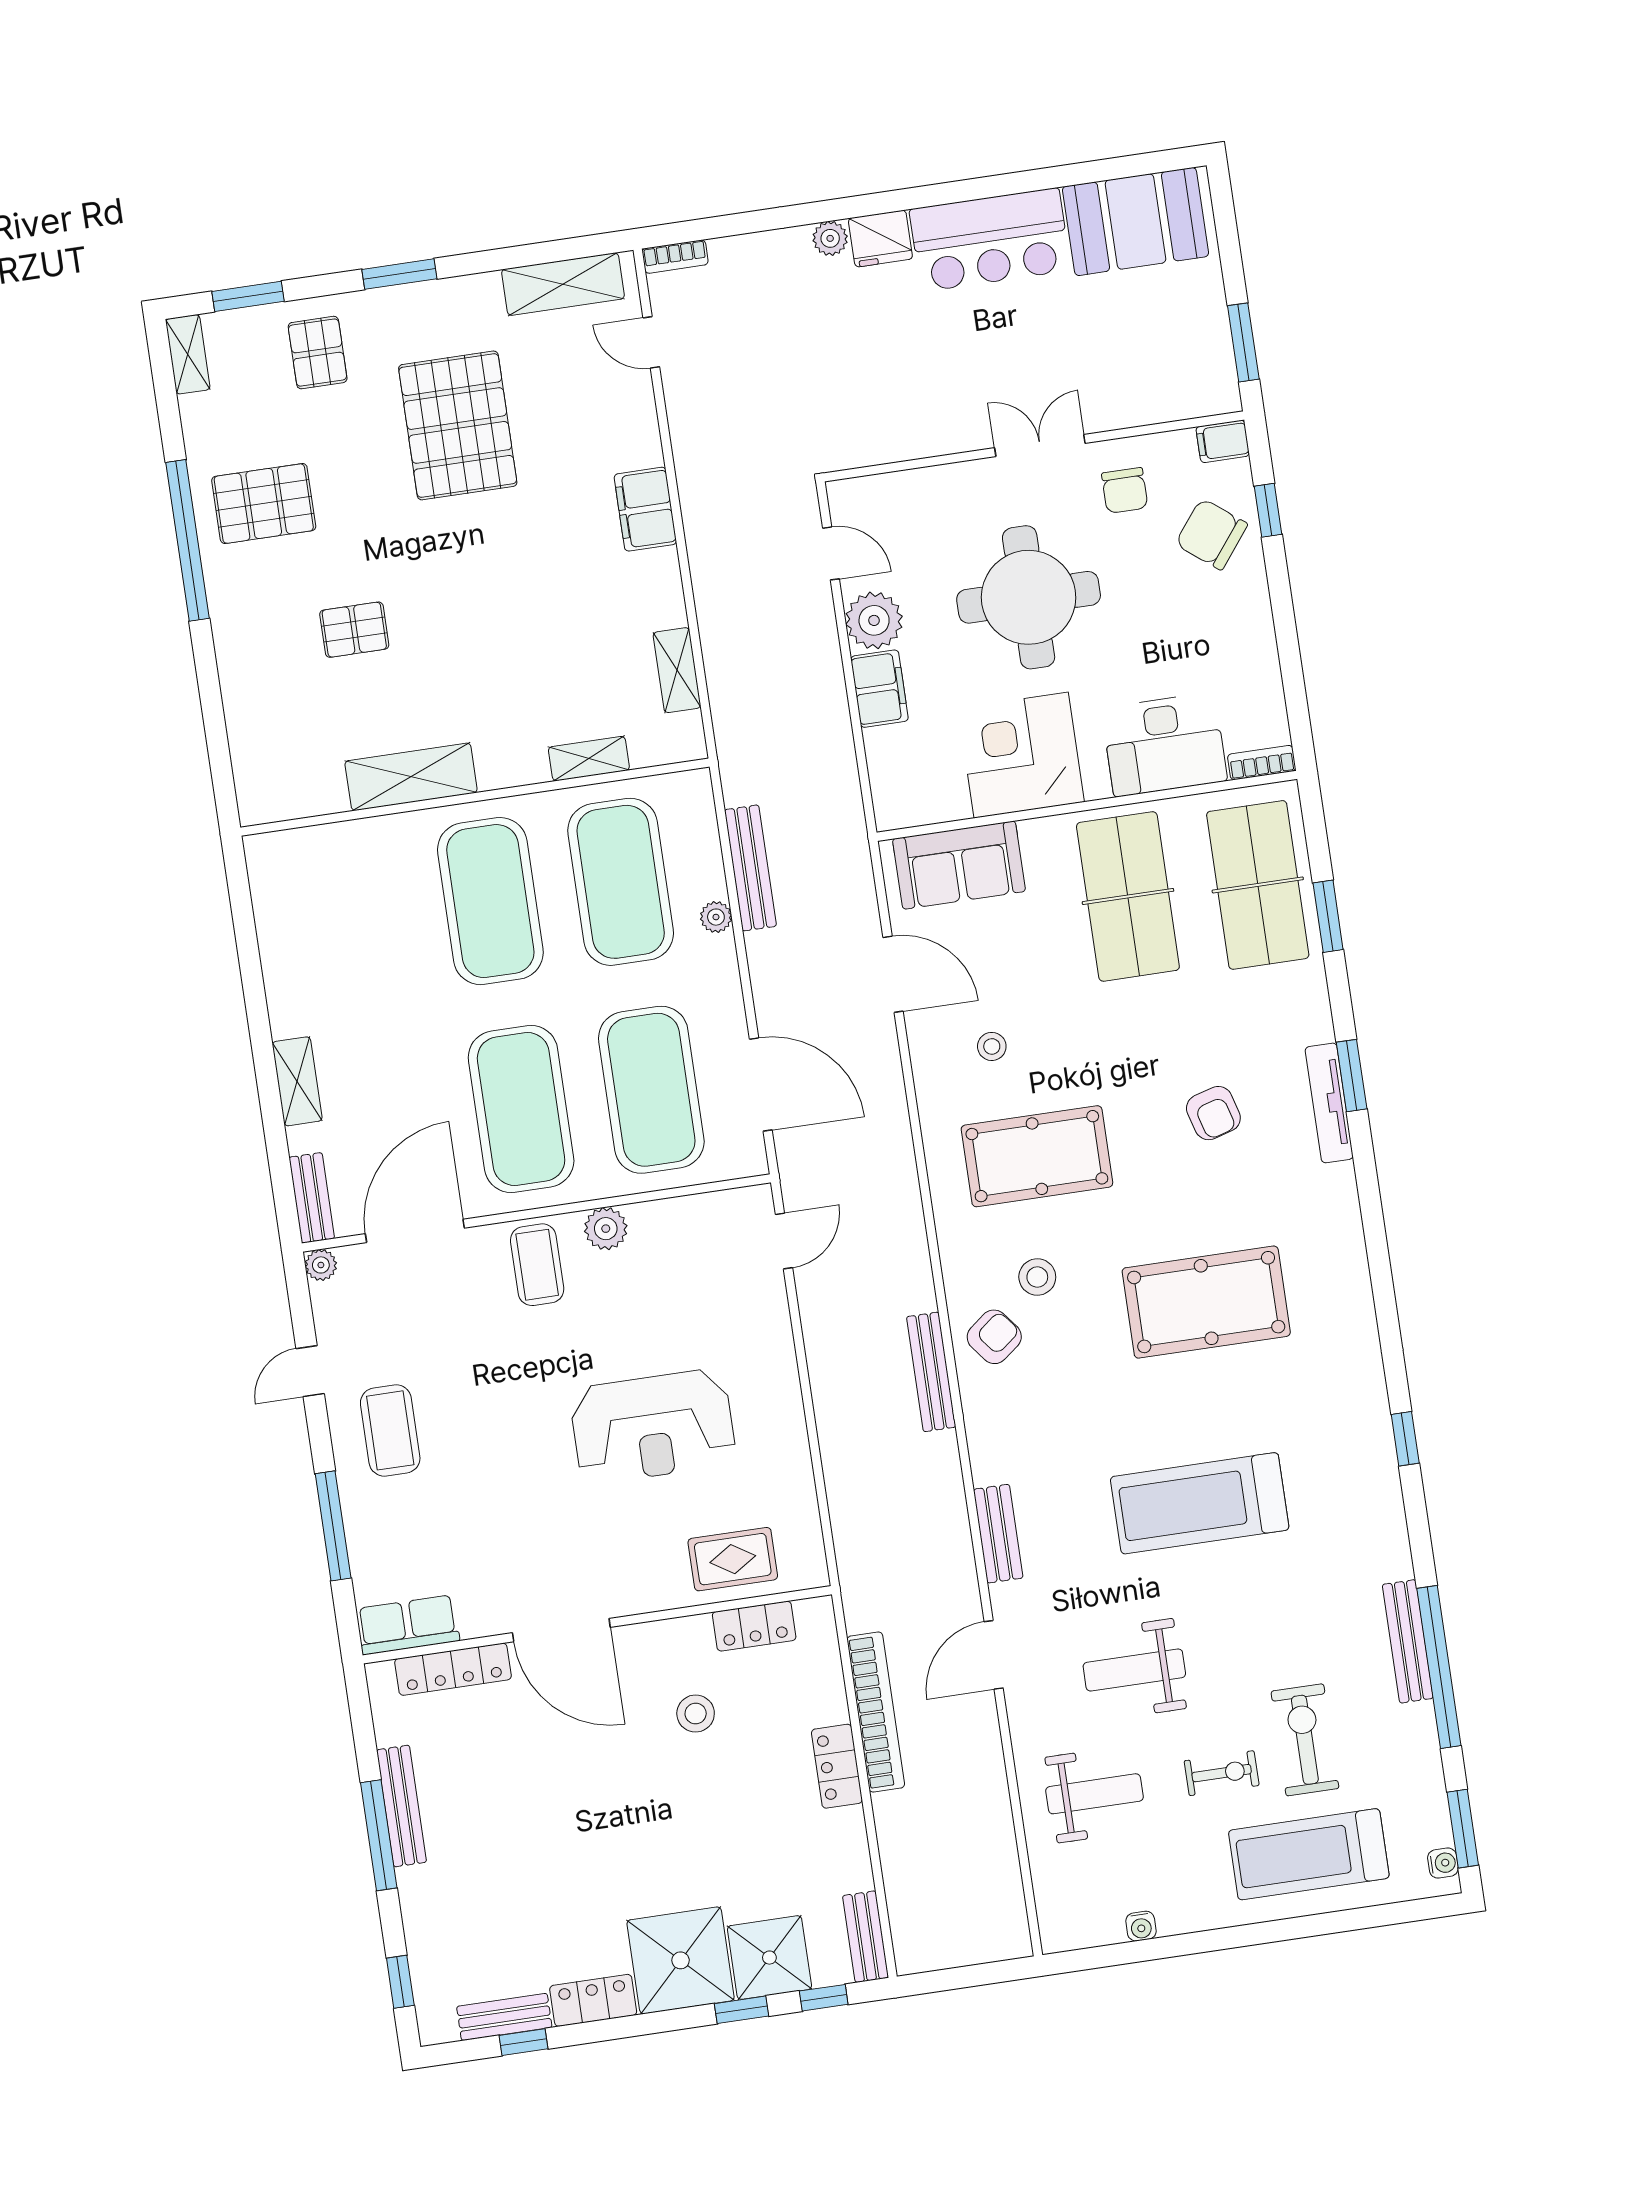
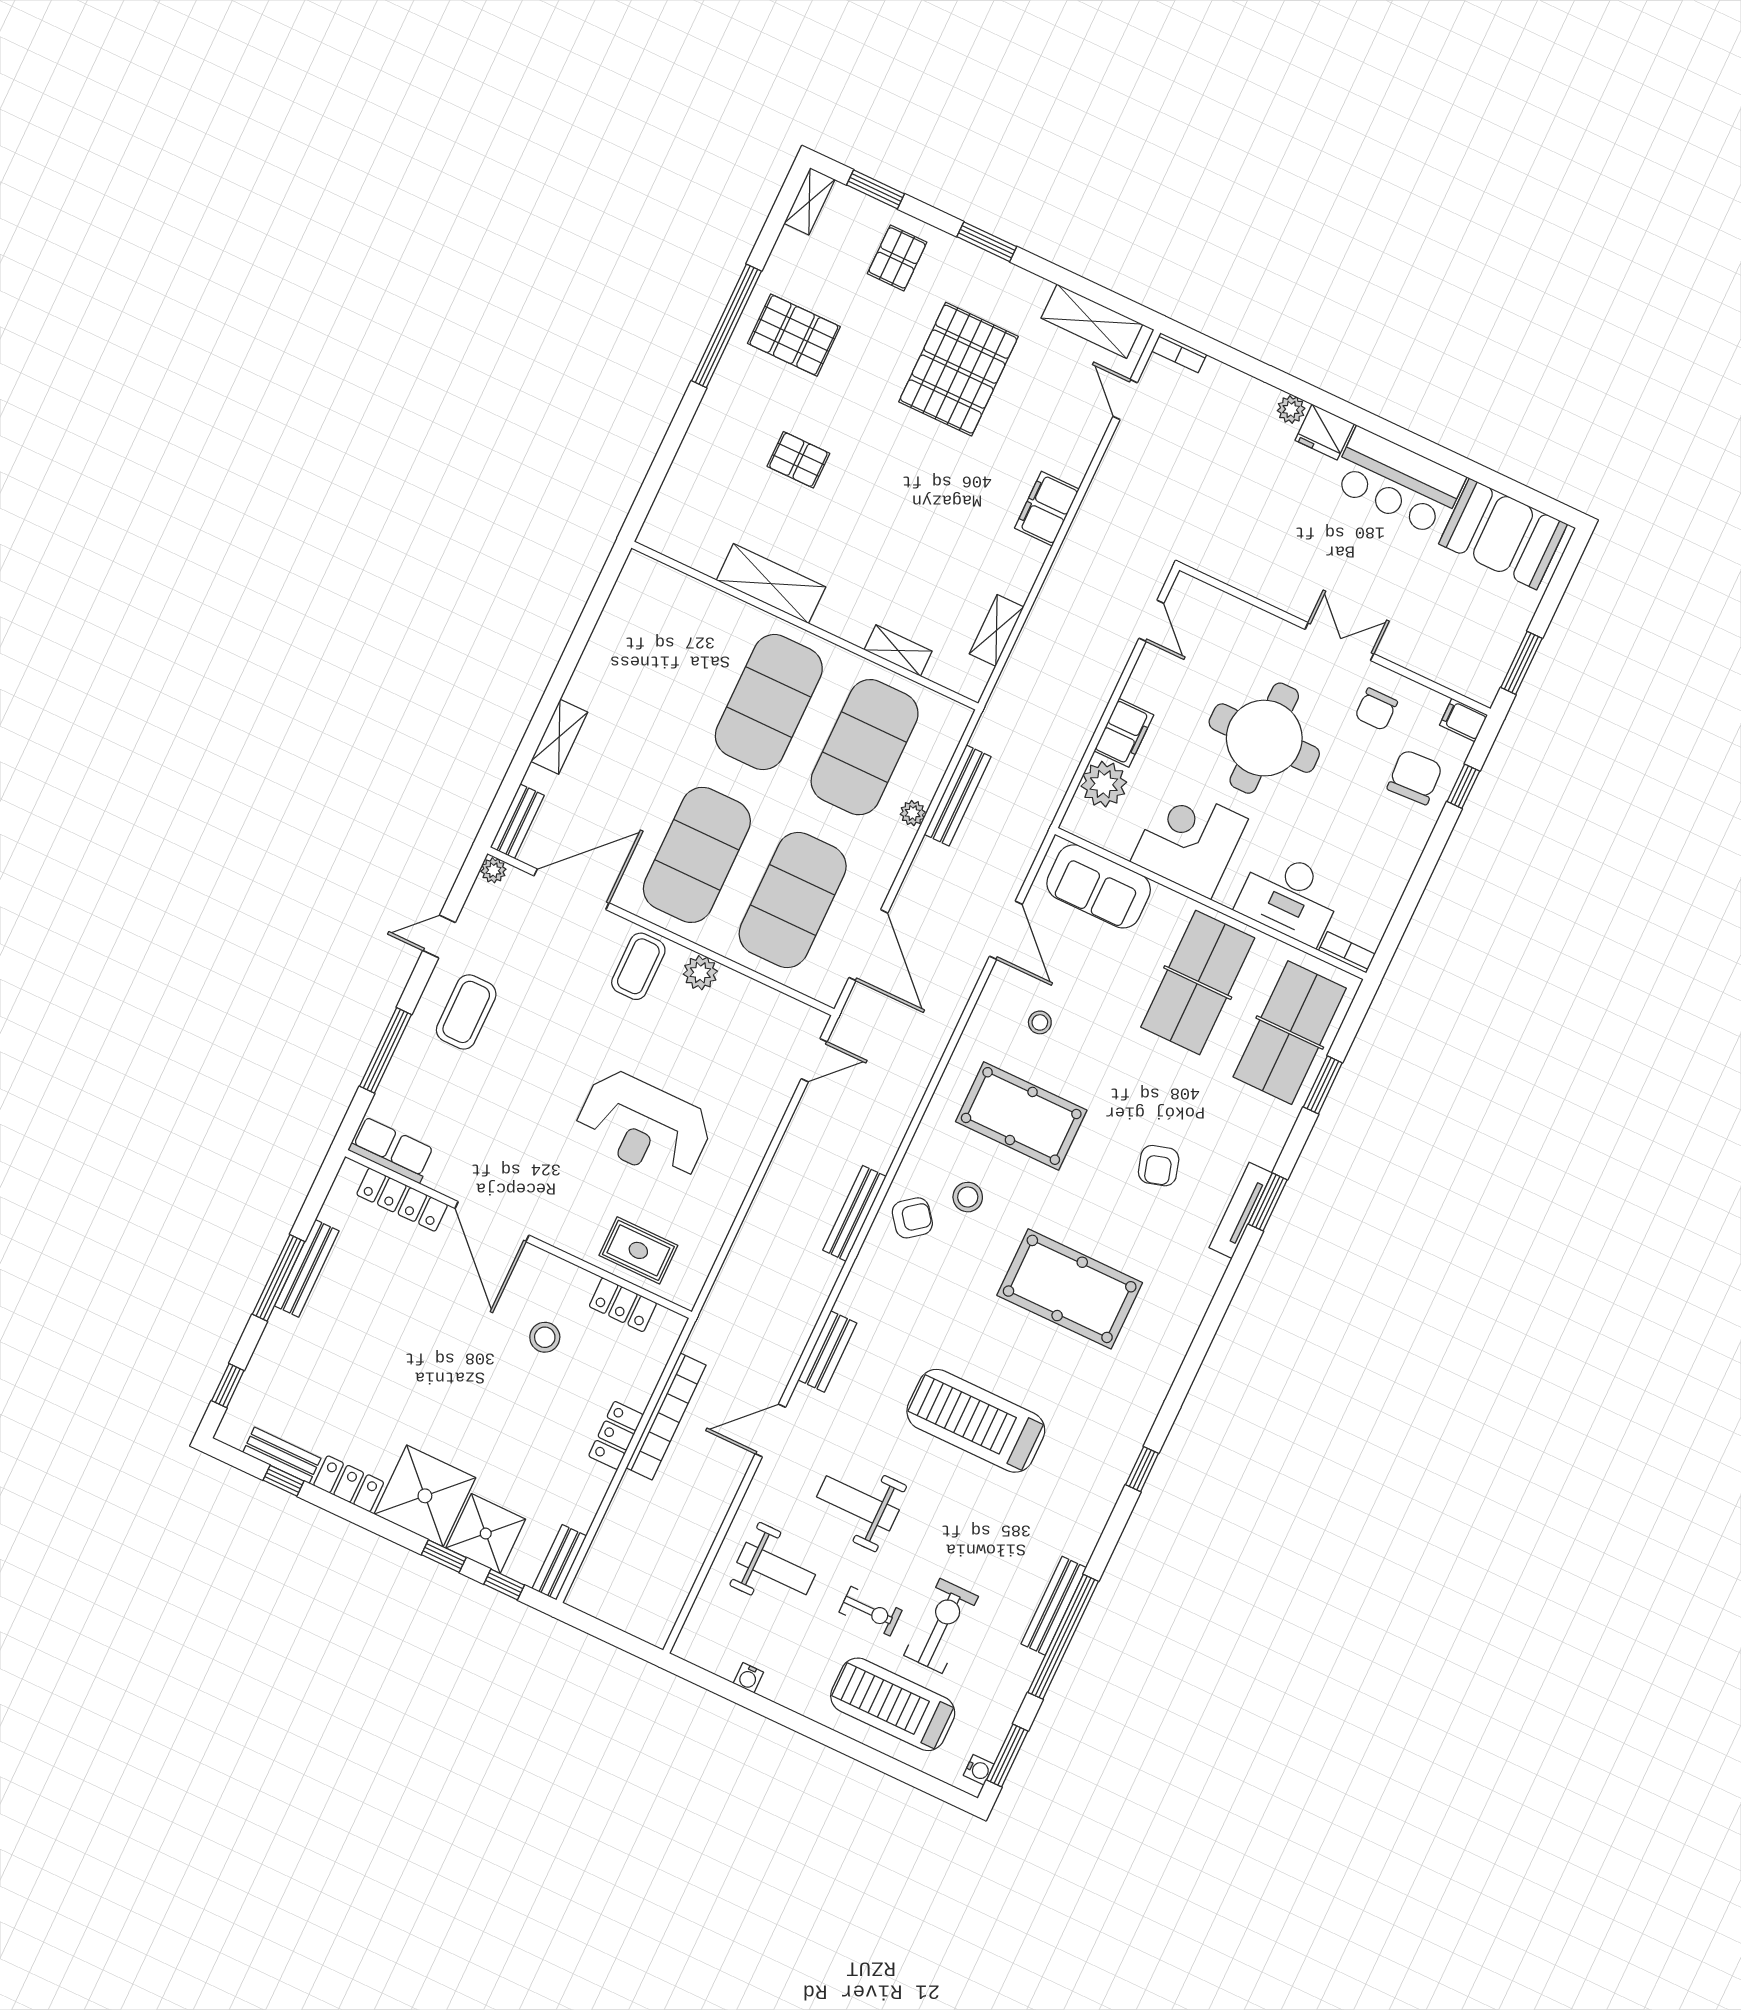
chair: (1211, 534) -> (1415, 777), turned 49
plant: (874, 620) -> (1104, 784), moved

